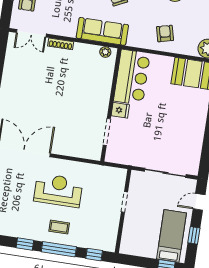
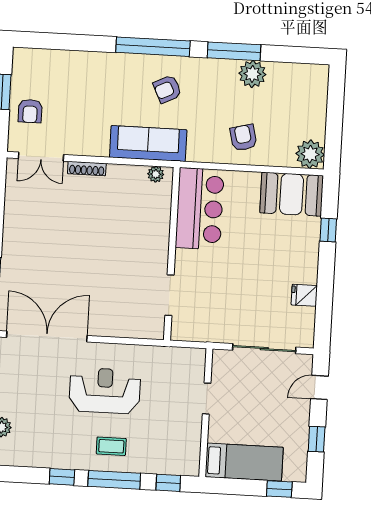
fridge: (120, 110) -> (304, 295), moved, turned 180
bed: (171, 236) -> (244, 462), moved, turned 90

